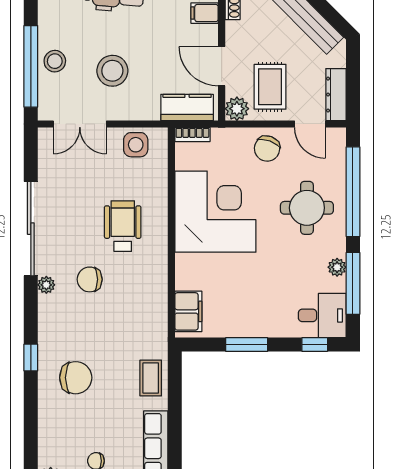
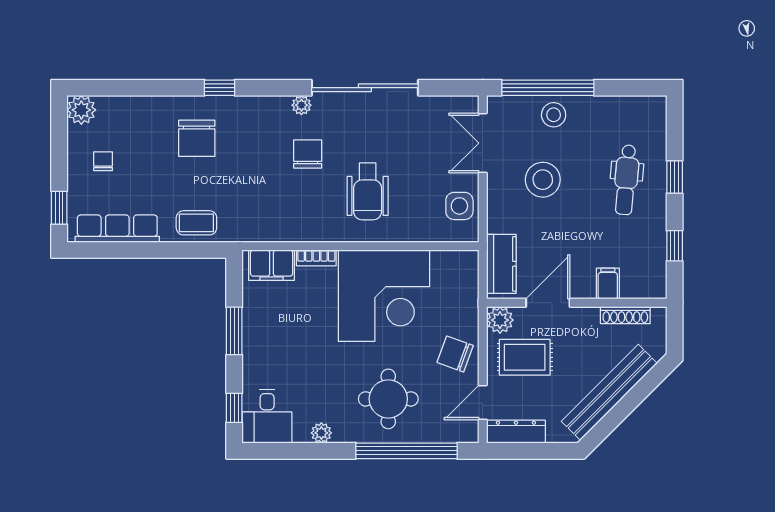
bookcase: (192, 134) -> (316, 258), moved, turned -90
wheelchair: (123, 226) -> (368, 191), turned 90
window: (353, 283) -> (303, 451), removed

